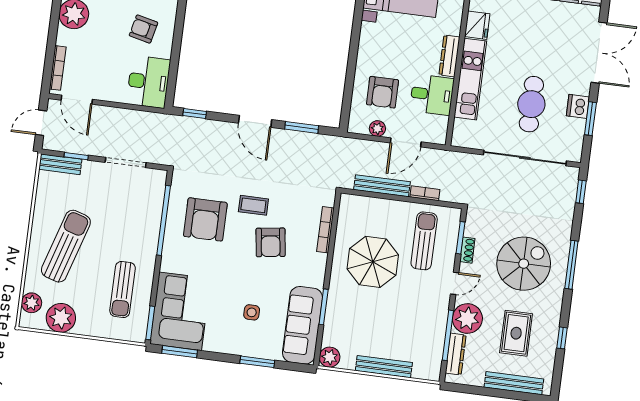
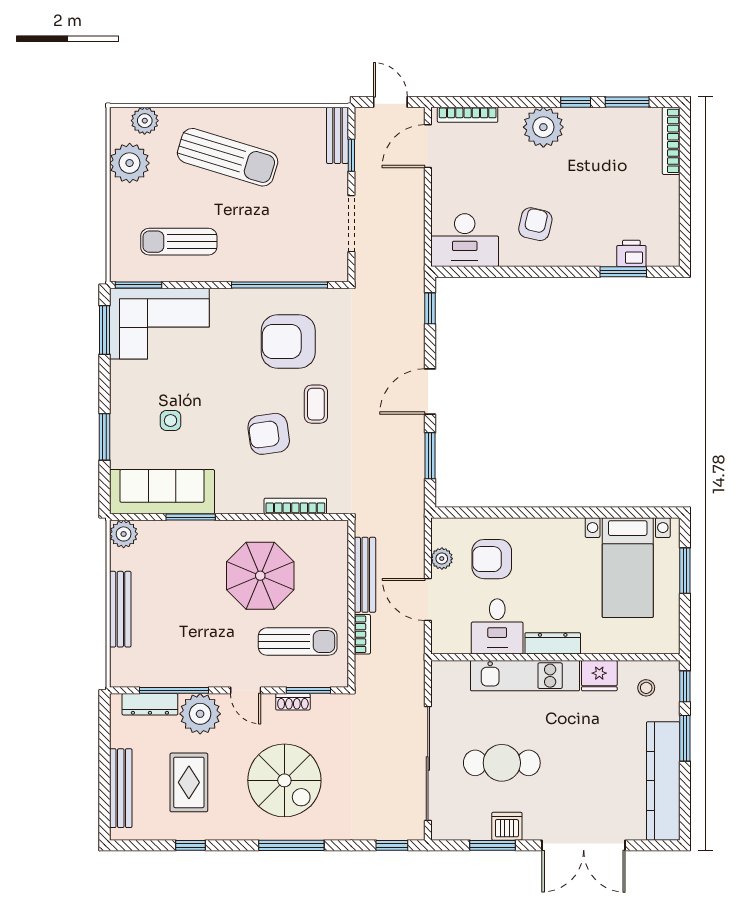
rug: (516, 333) -> (189, 782), turned 90

